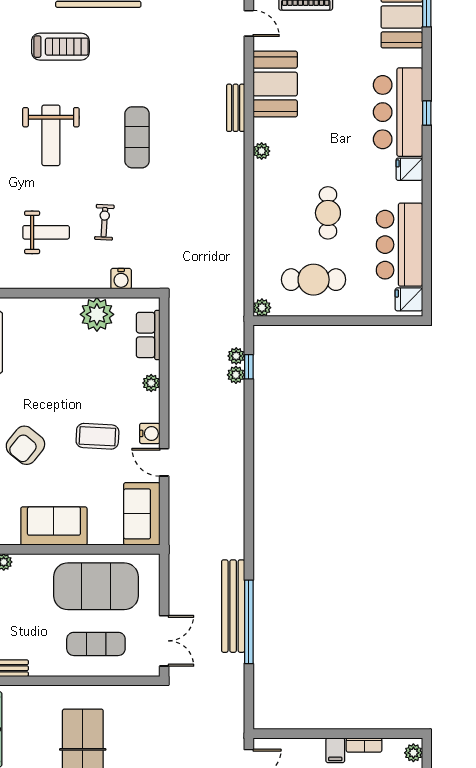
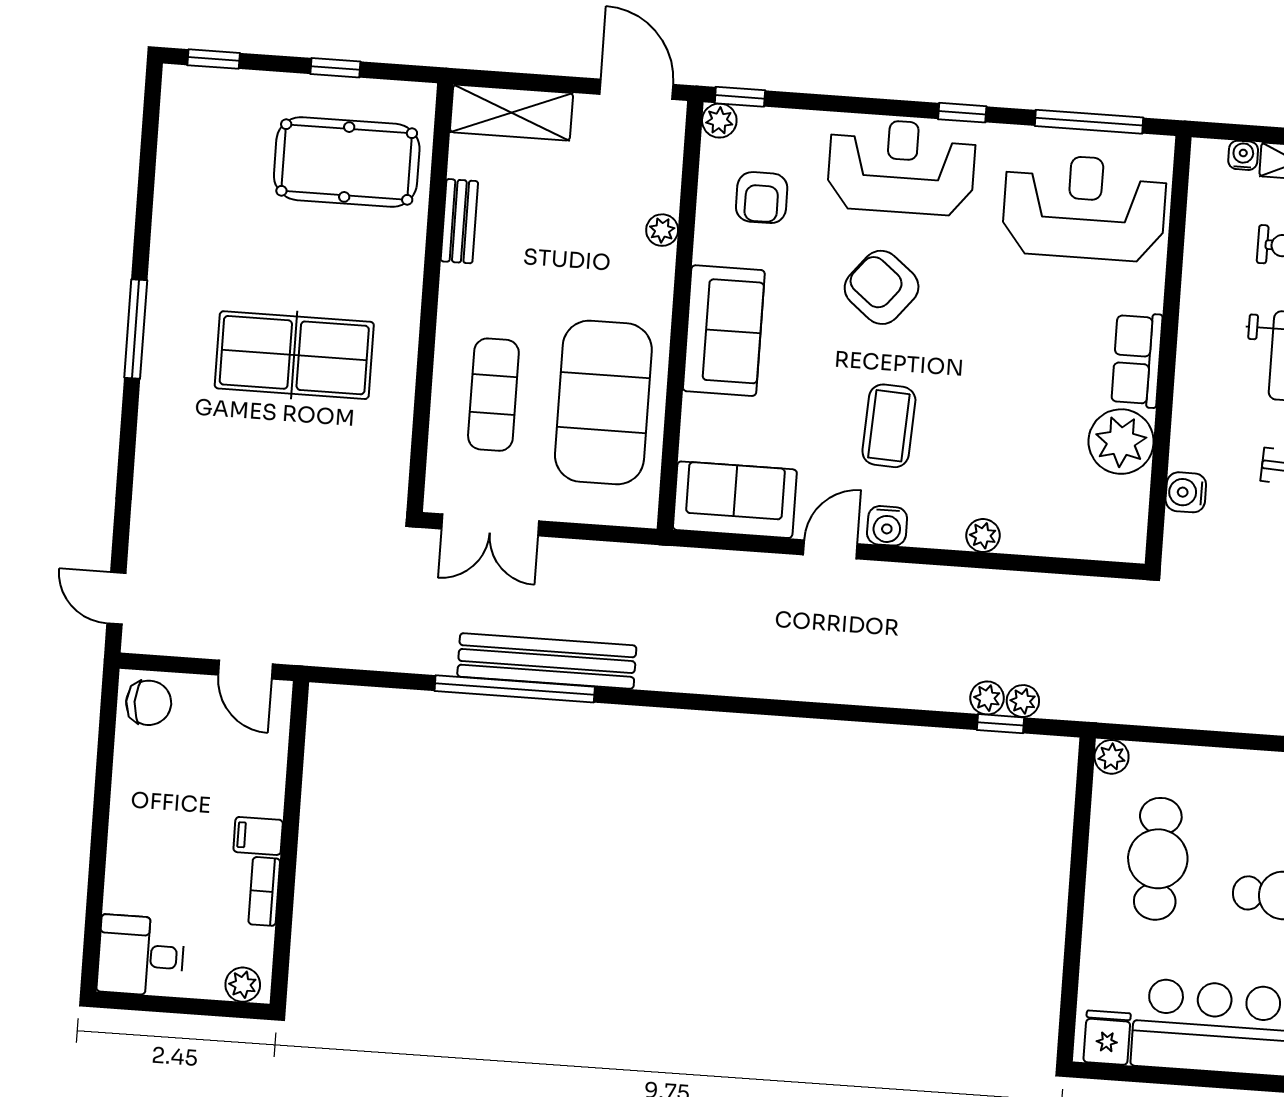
row of seats: (148, 335) -> (1137, 360), moved, turned -90

